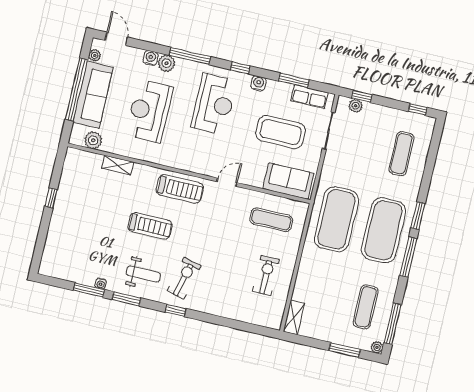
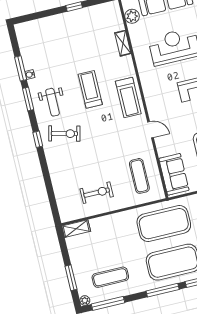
treadmill: (150, 226) -> (90, 89), turned 180

